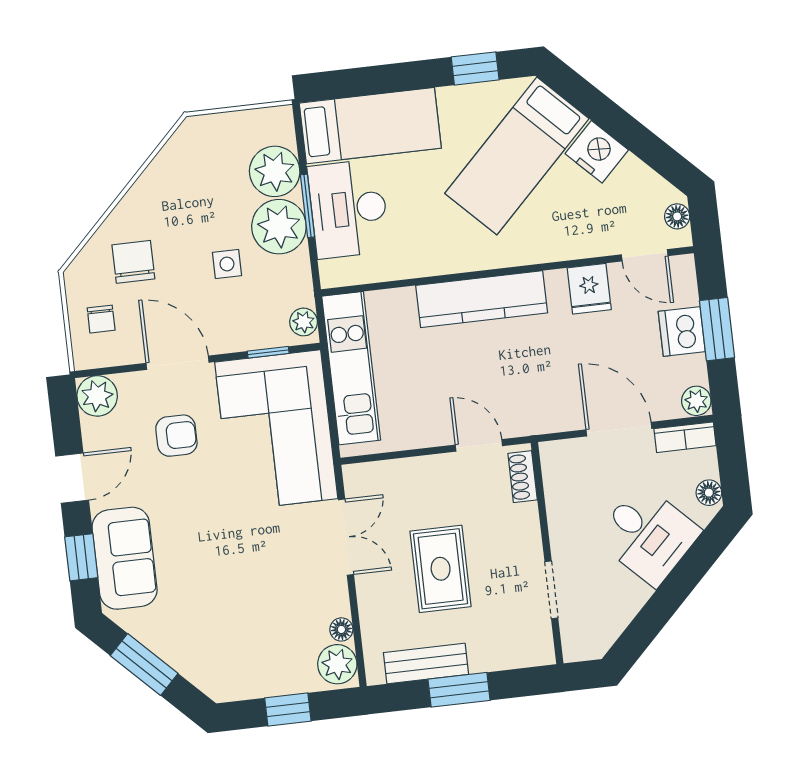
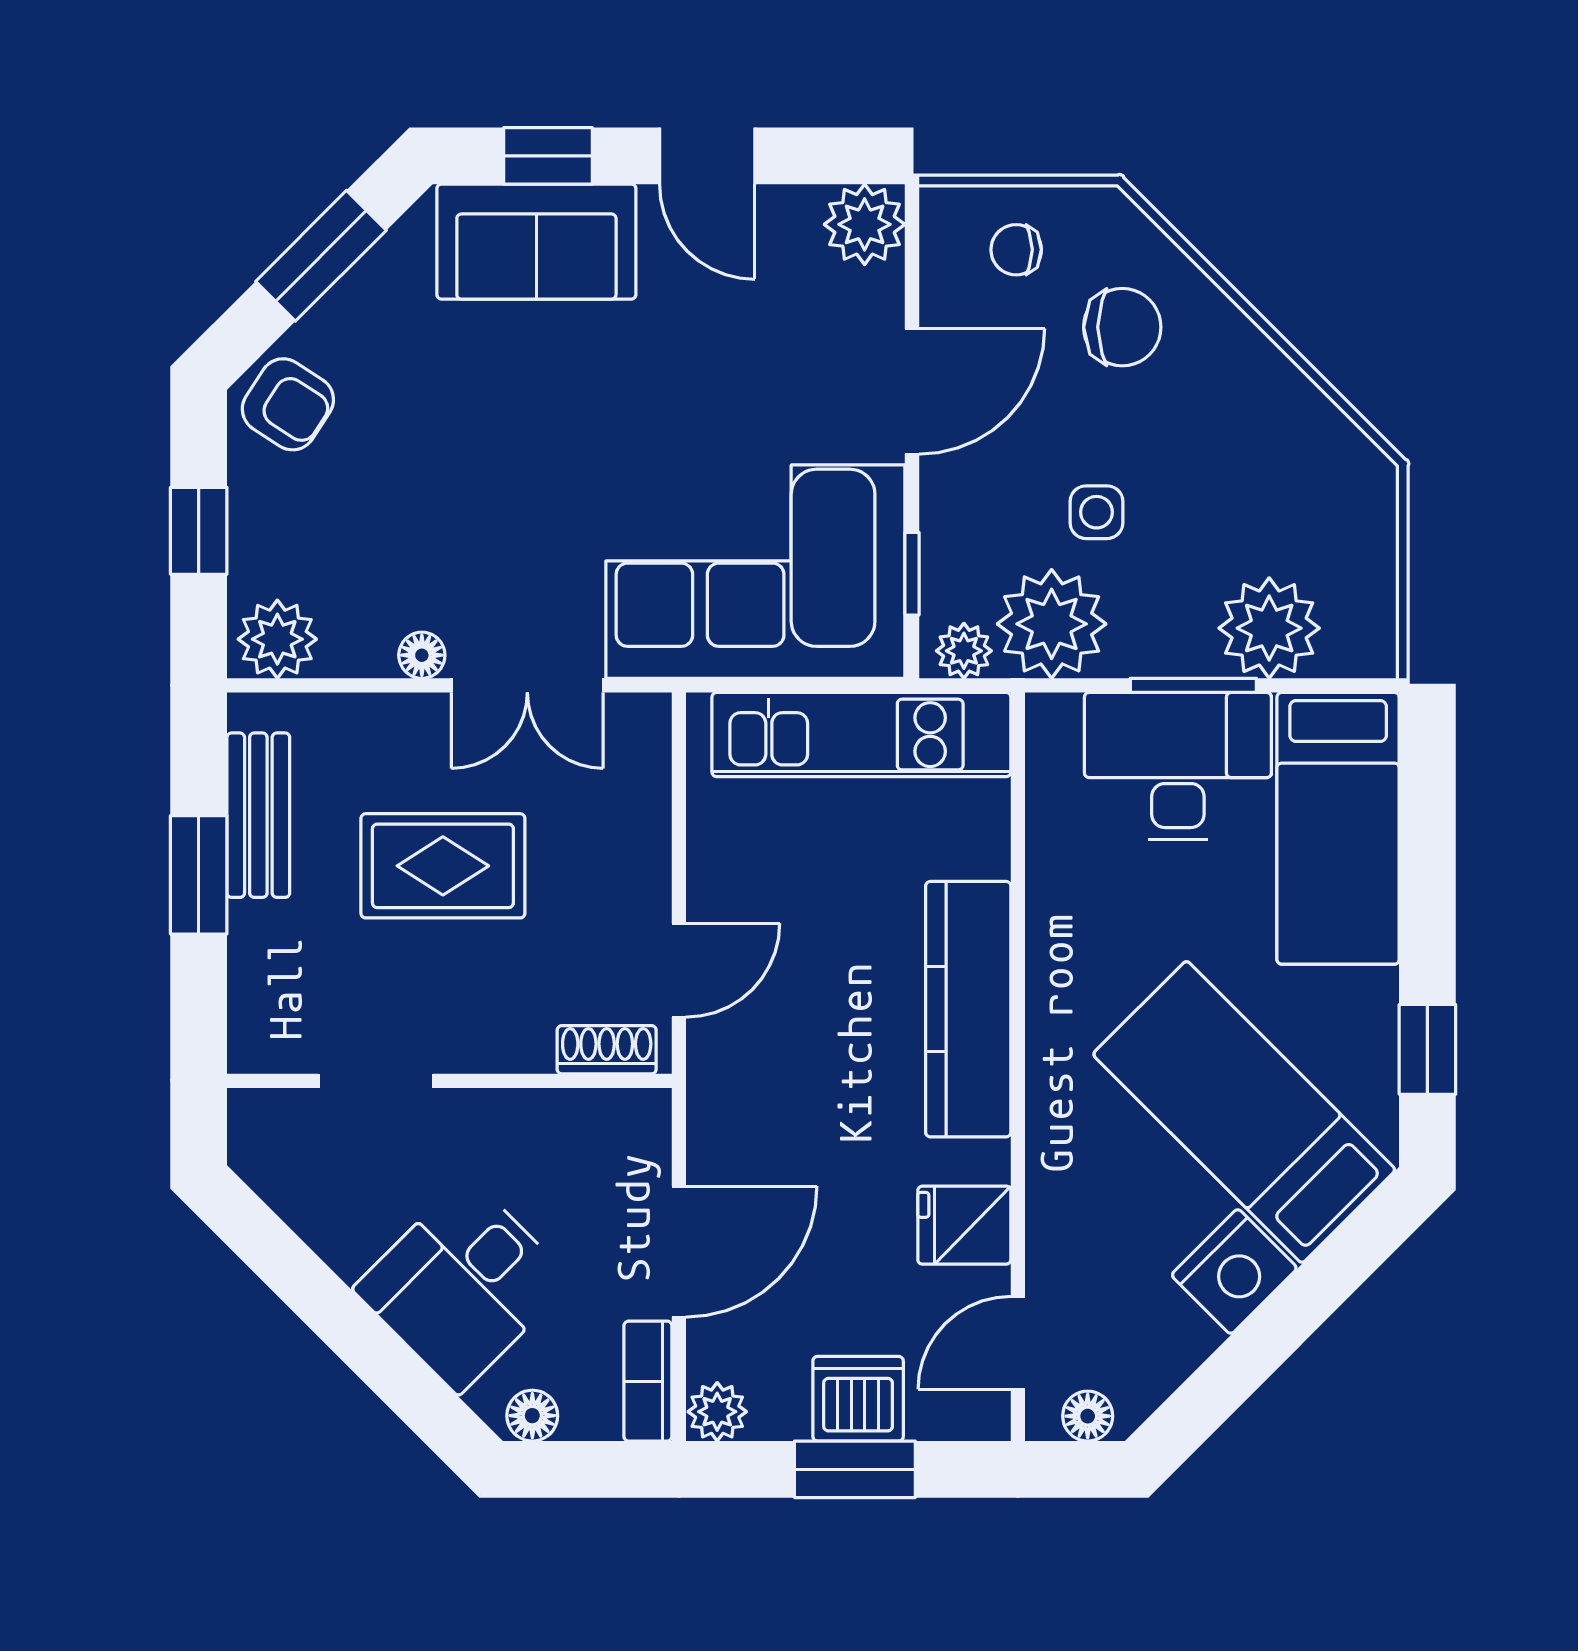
plant: (279, 227) -> (1052, 624), moved
armchair: (176, 436) -> (288, 404), moved, turned -57
floor lamp: (341, 629) -> (422, 655), moved

